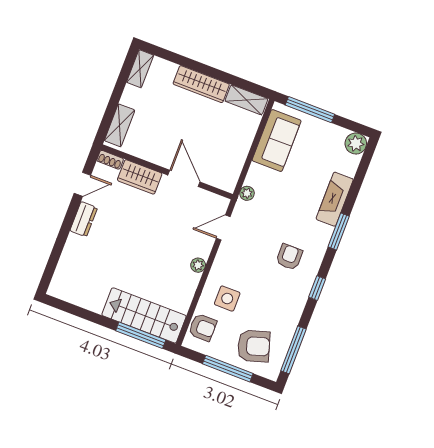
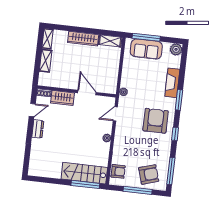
shelving: (120, 125) -> (46, 61), moved
sofa: (277, 141) -> (146, 49), moved, turned 90
armchair: (289, 257) -> (156, 121), width x1.88, depth x1.88
side table: (227, 299) -> (127, 152), removed

